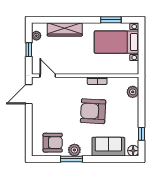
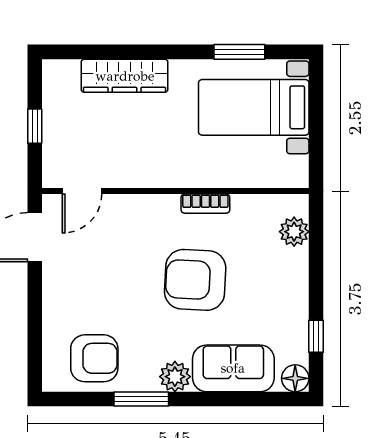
plant: (36, 36) -> (54, 91), removed
door: (48, 76) -> (82, 191), swing flipped
plant: (74, 150) -> (175, 377), moved

